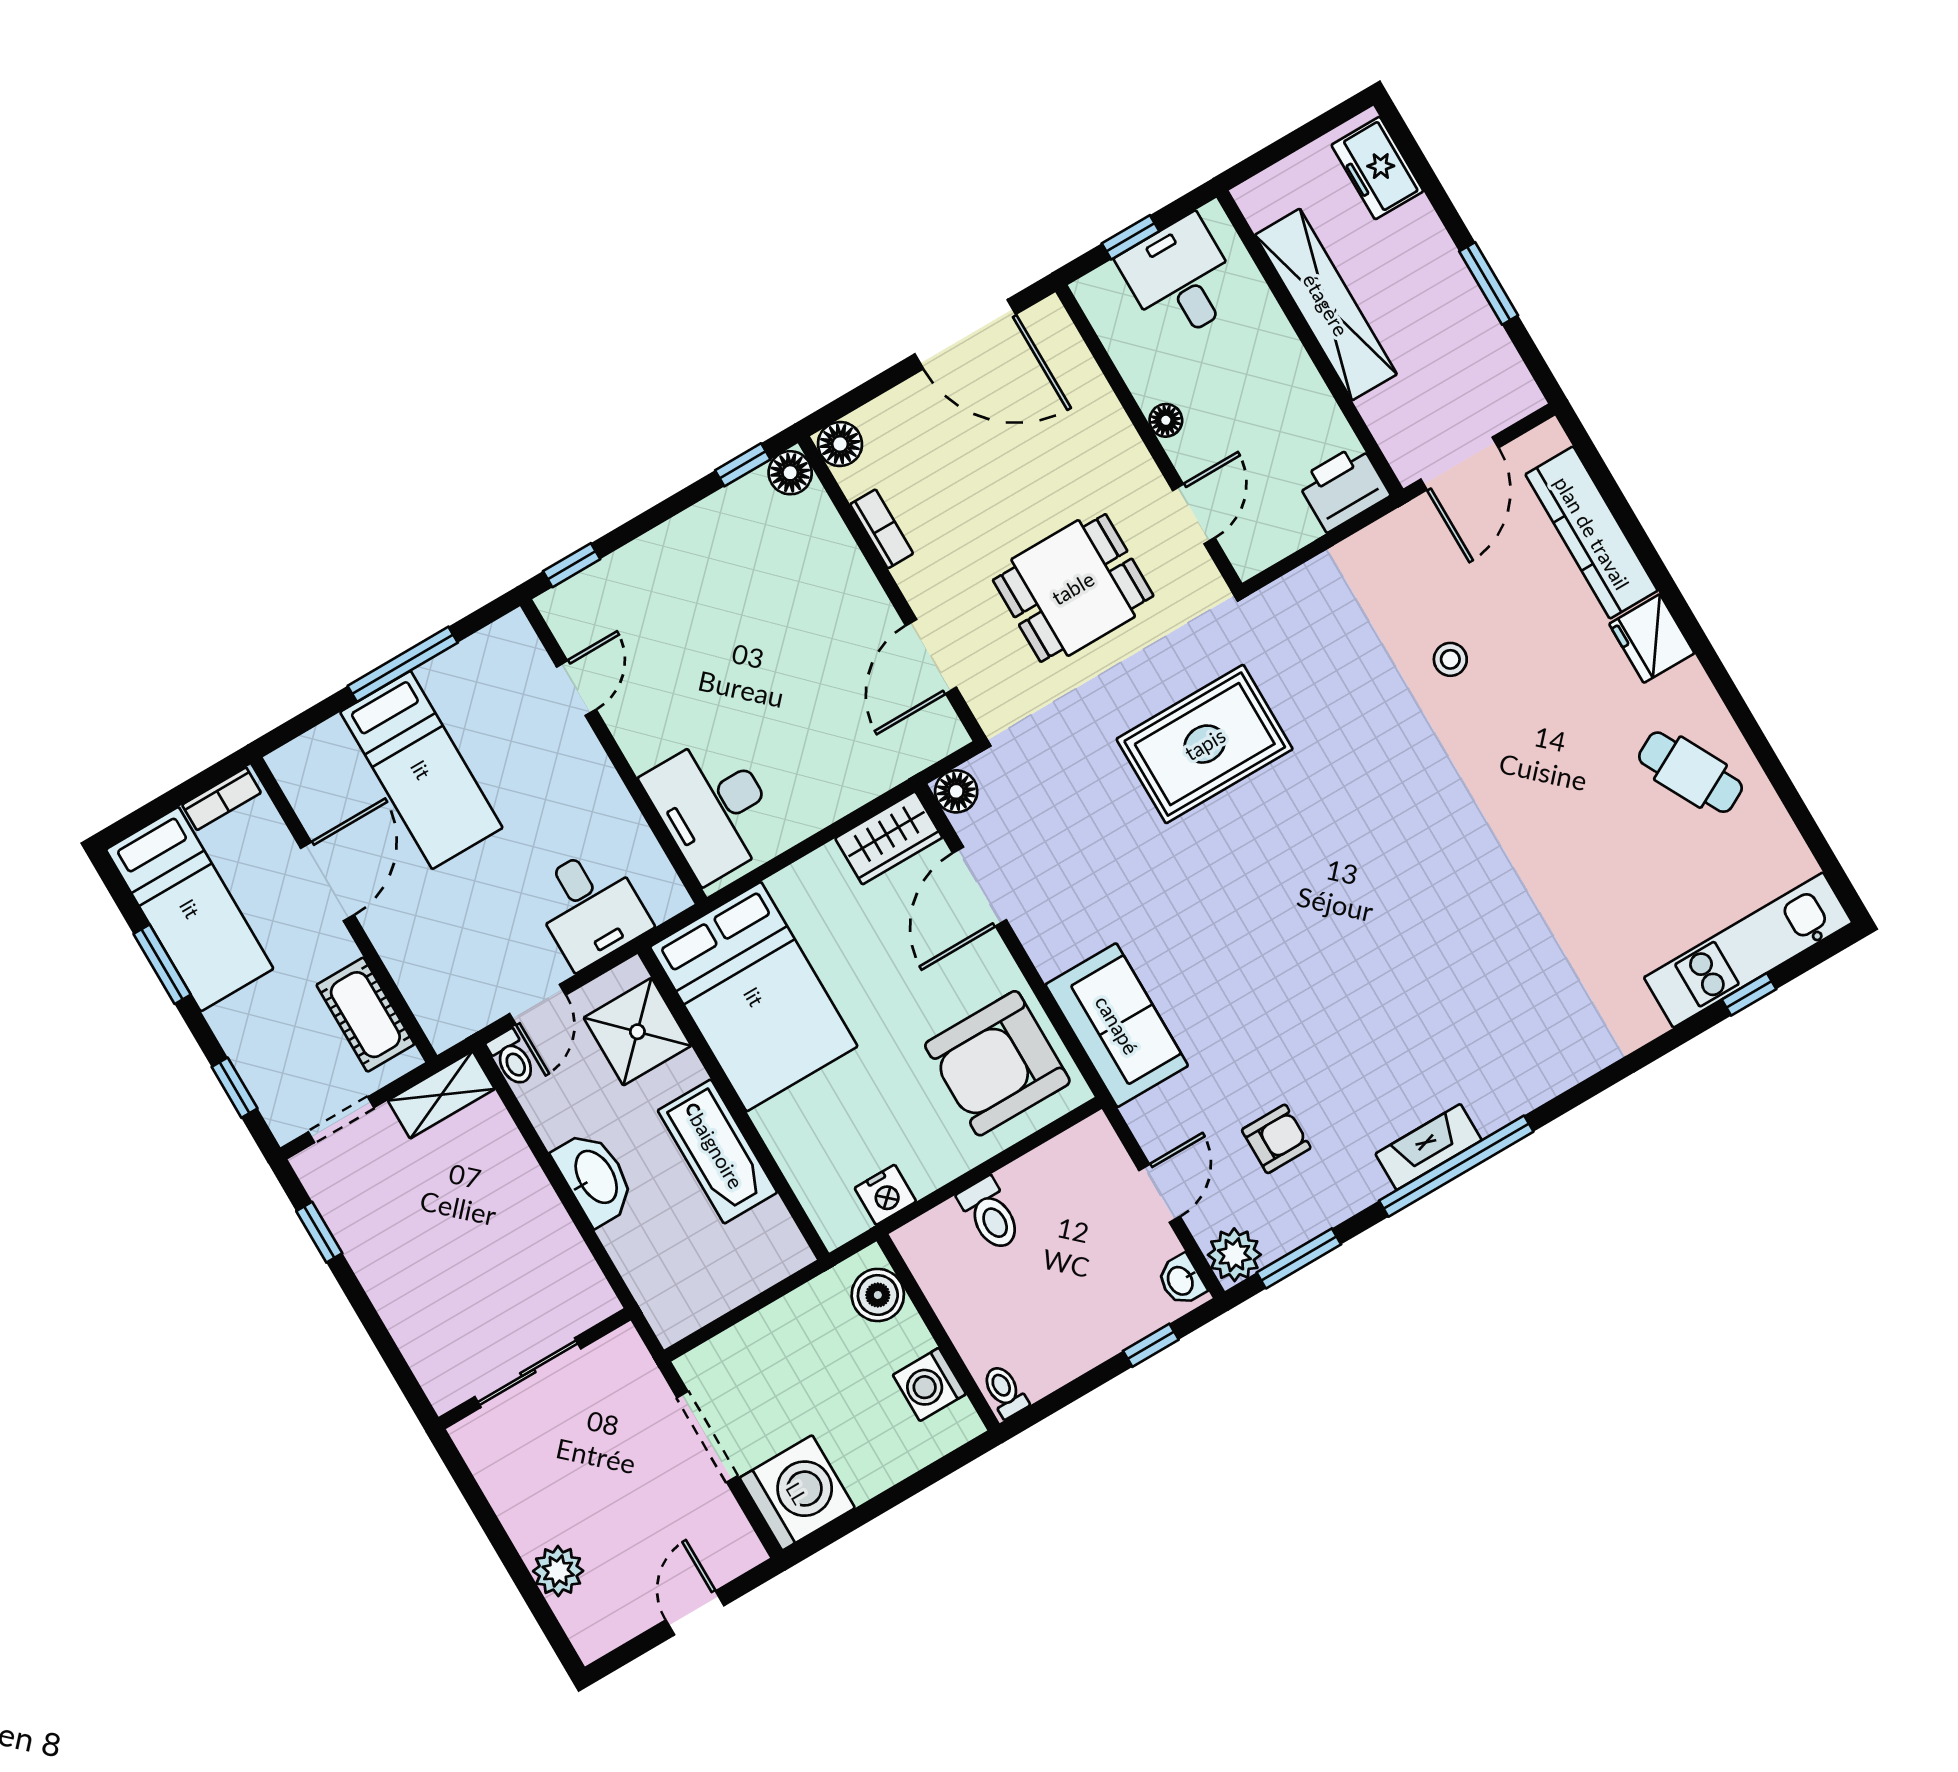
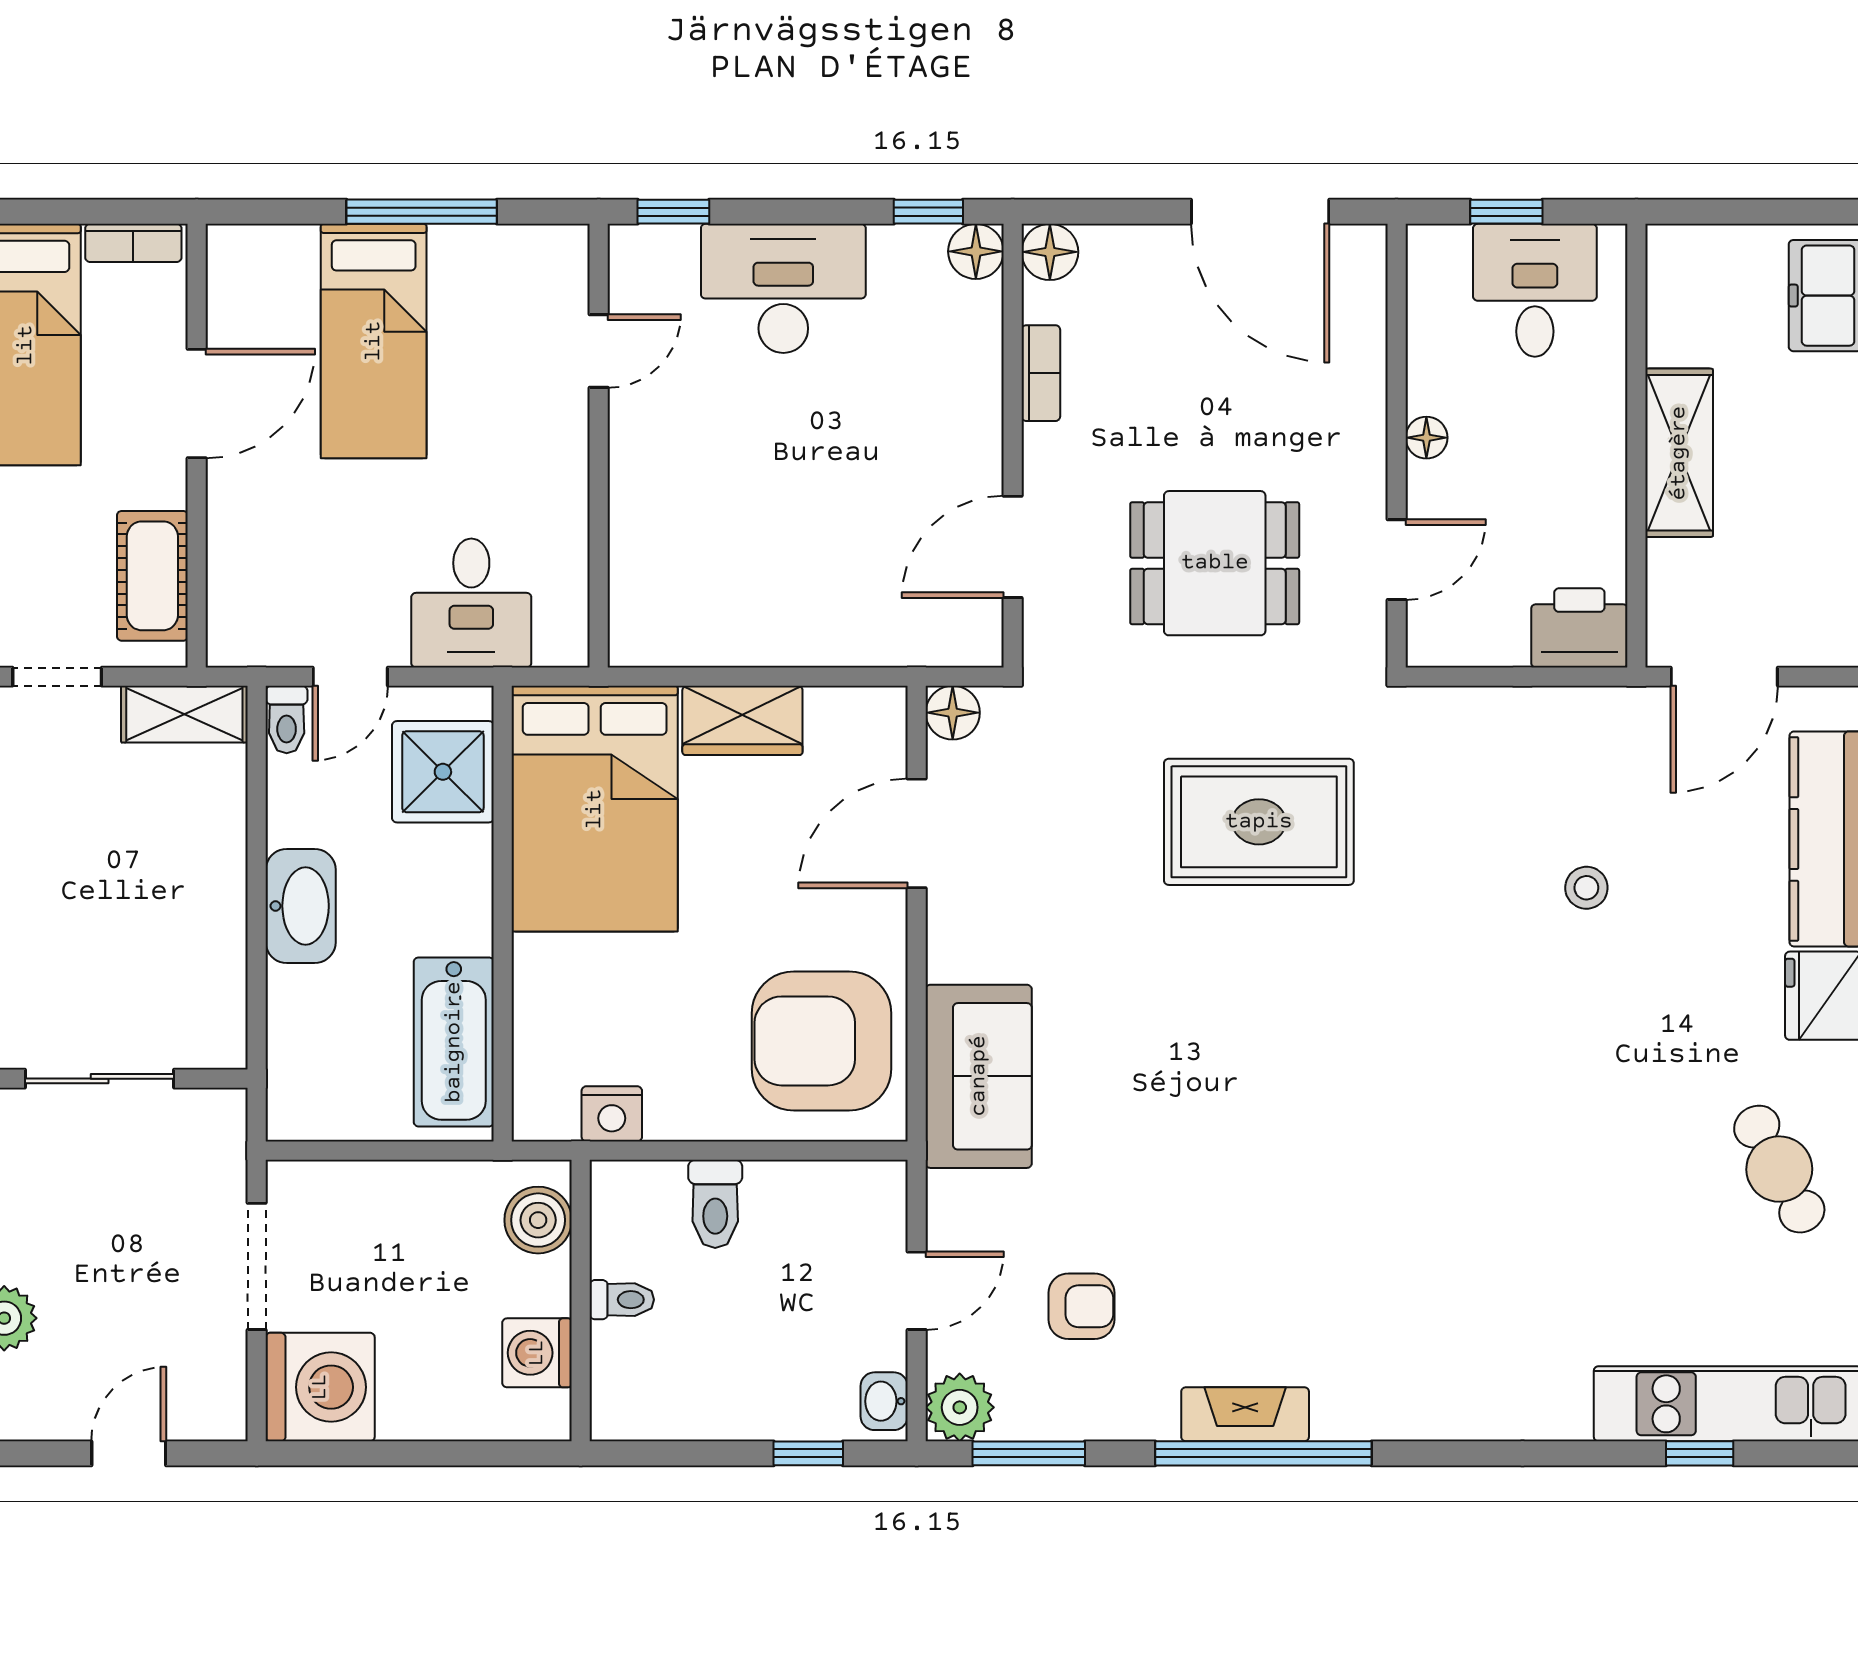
shelving: (1326, 305) -> (1679, 453), width x0.68
desk: (713, 808) -> (783, 288), moved, turned 90
wardrobe: (889, 838) -> (742, 720), moved
bathtub: (717, 1151) -> (454, 1042), moved
toilet: (1005, 1391) -> (622, 1300), moved, turned 90

